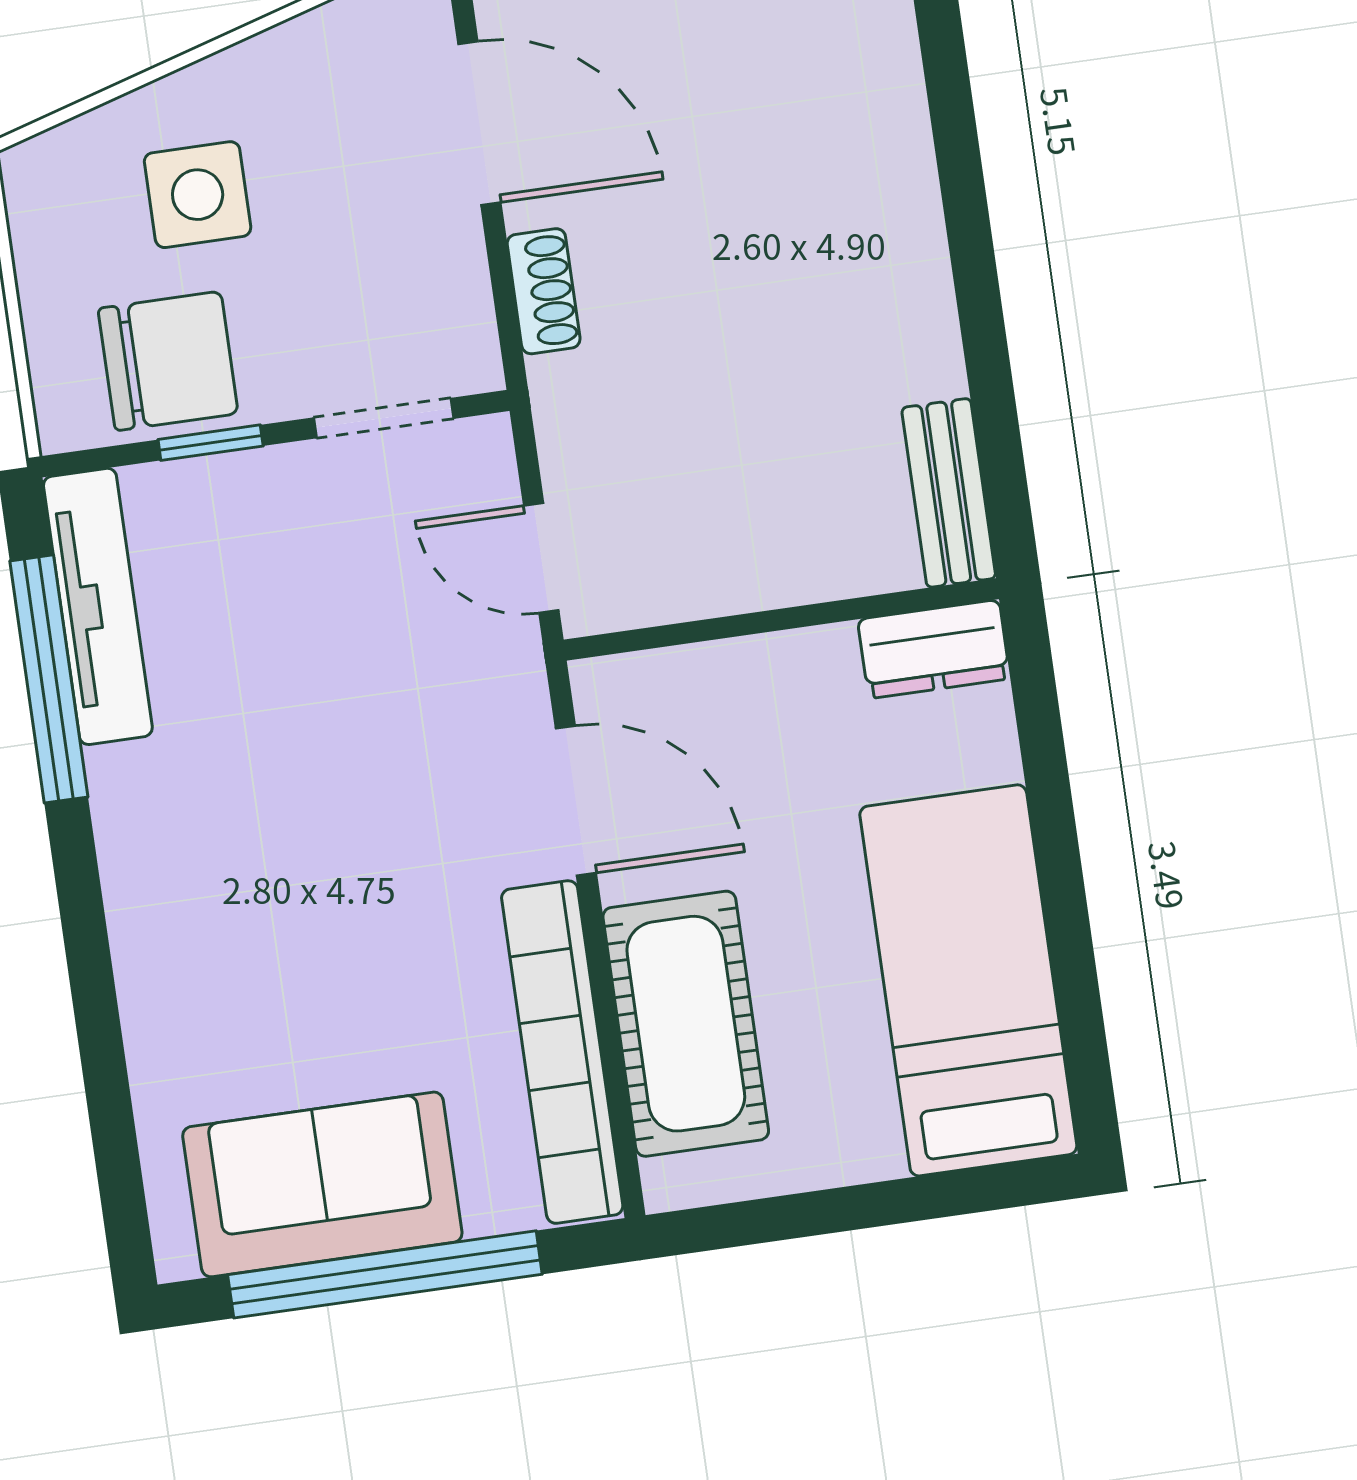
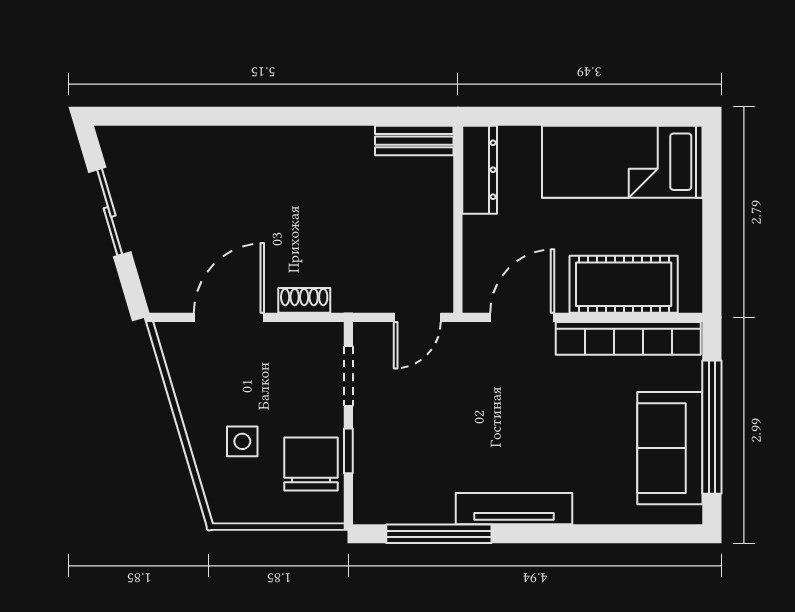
side table: (198, 195) -> (242, 441), width x0.73, depth x0.73
tv unit: (98, 606) -> (514, 509), moved
dresser: (934, 649) -> (480, 170), width x1.44

